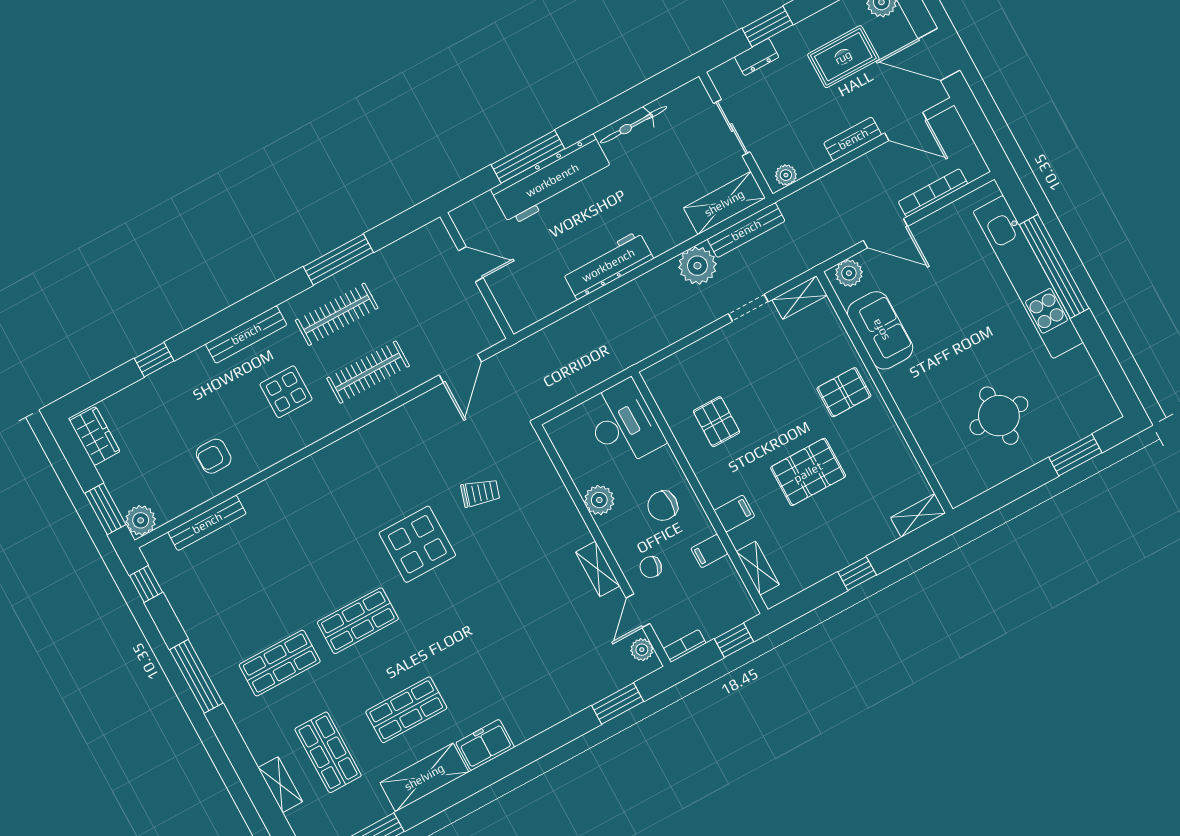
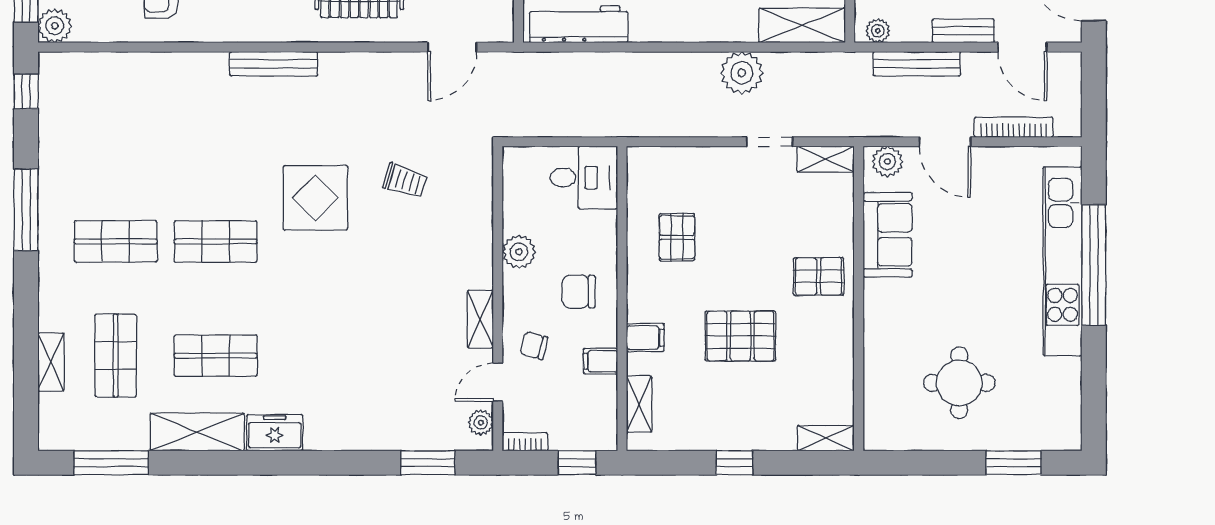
bench: (746, 230) -> (917, 64), moved
workbench: (608, 265) -> (579, 24), moved
desk: (623, 424) -> (584, 178), width x0.73
bench: (207, 523) -> (274, 64), moved

